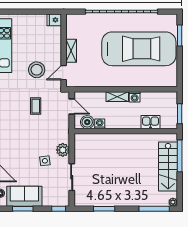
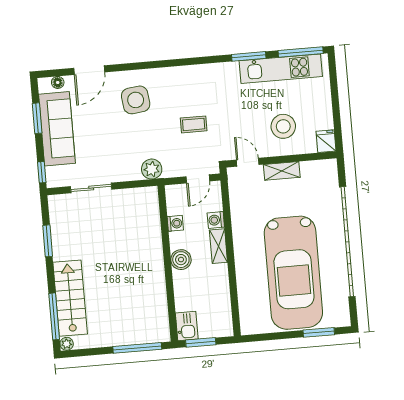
stool: (37, 70) -> (283, 126), moved
washing machine: (135, 97) -> (216, 220), moved
boiler: (87, 122) -> (181, 260), moved
kitchen sink: (150, 122) -> (187, 326), moved
plant: (63, 150) -> (152, 169), moved
side table: (45, 161) -> (136, 100), moved, width x1.87, depth x1.87
stairs: (168, 167) -> (70, 298), moved, turned 90
sofa: (24, 196) -> (57, 129), width x1.36

